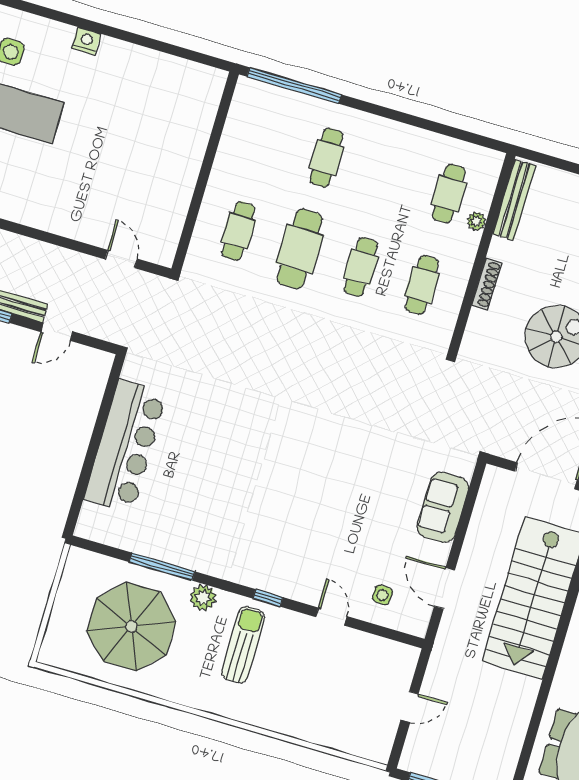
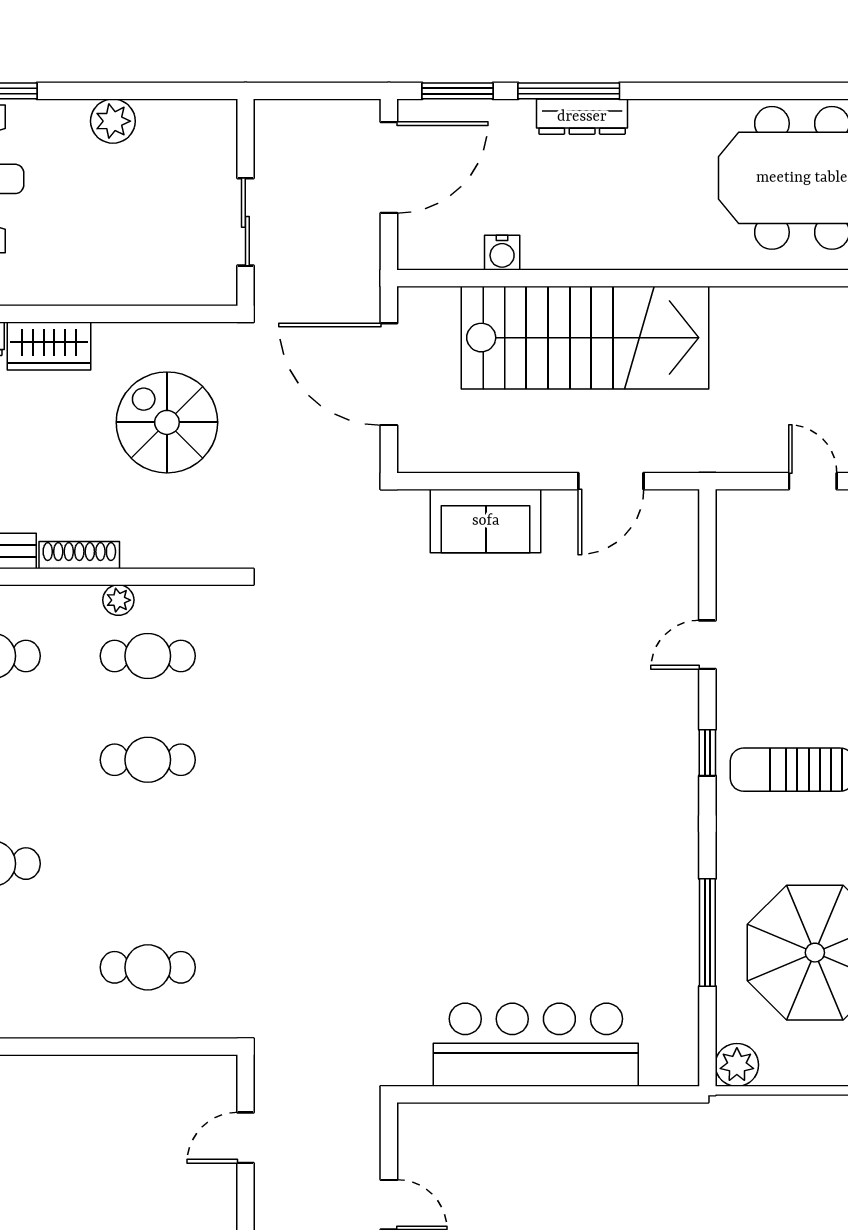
plant: (476, 221) -> (118, 600), moved
cafe table: (300, 249) -> (148, 864), removed
shoe rack: (487, 284) -> (79, 555), moved
side table: (382, 595) -> (650, 575), removed
plant: (203, 598) -> (737, 1065), moved

